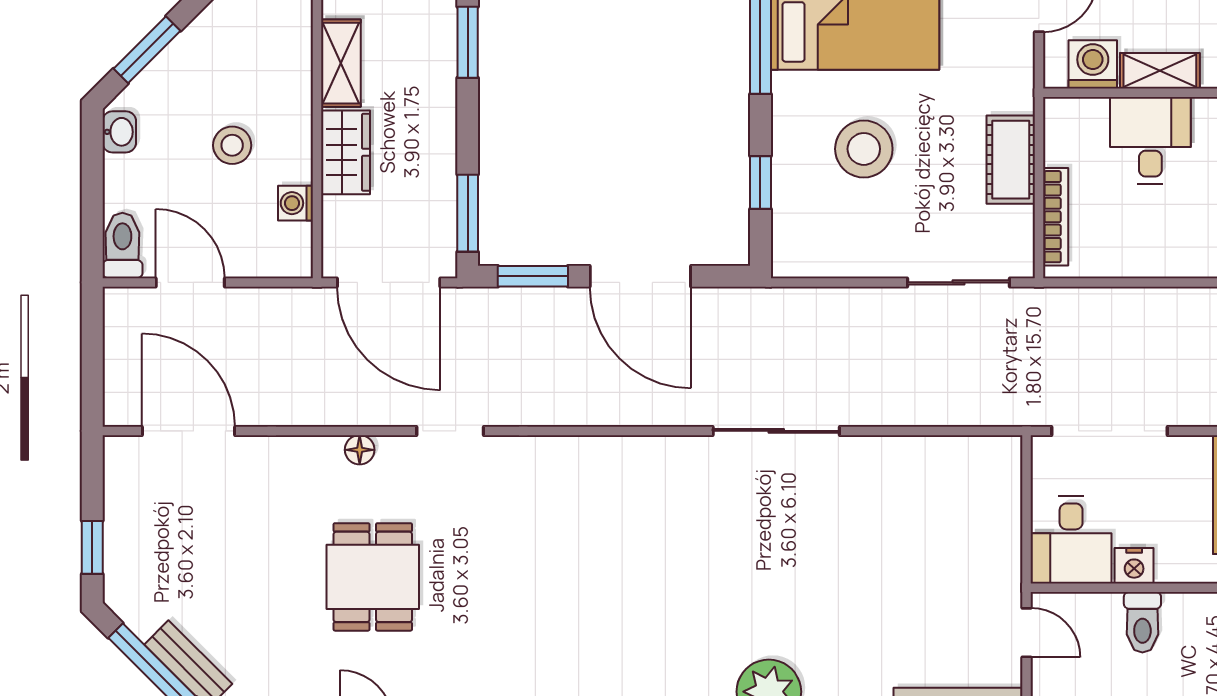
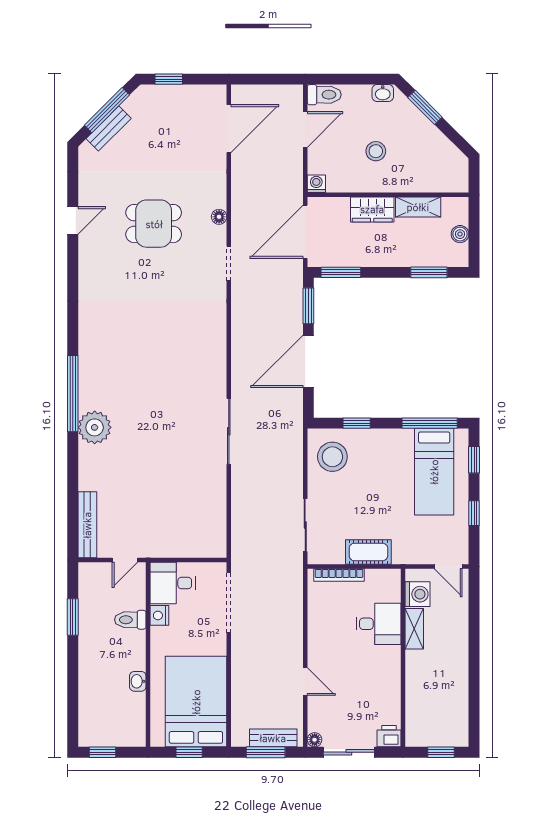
stool: (864, 149) -> (332, 457), moved
washing machine: (295, 203) -> (316, 184), moved

